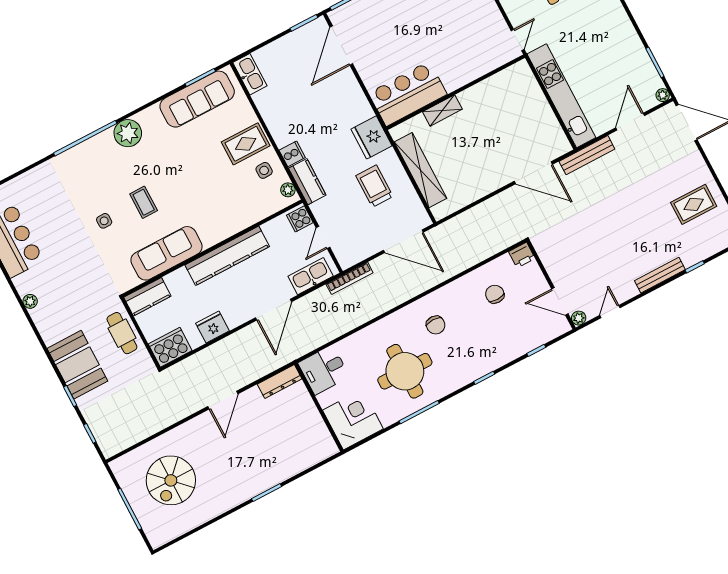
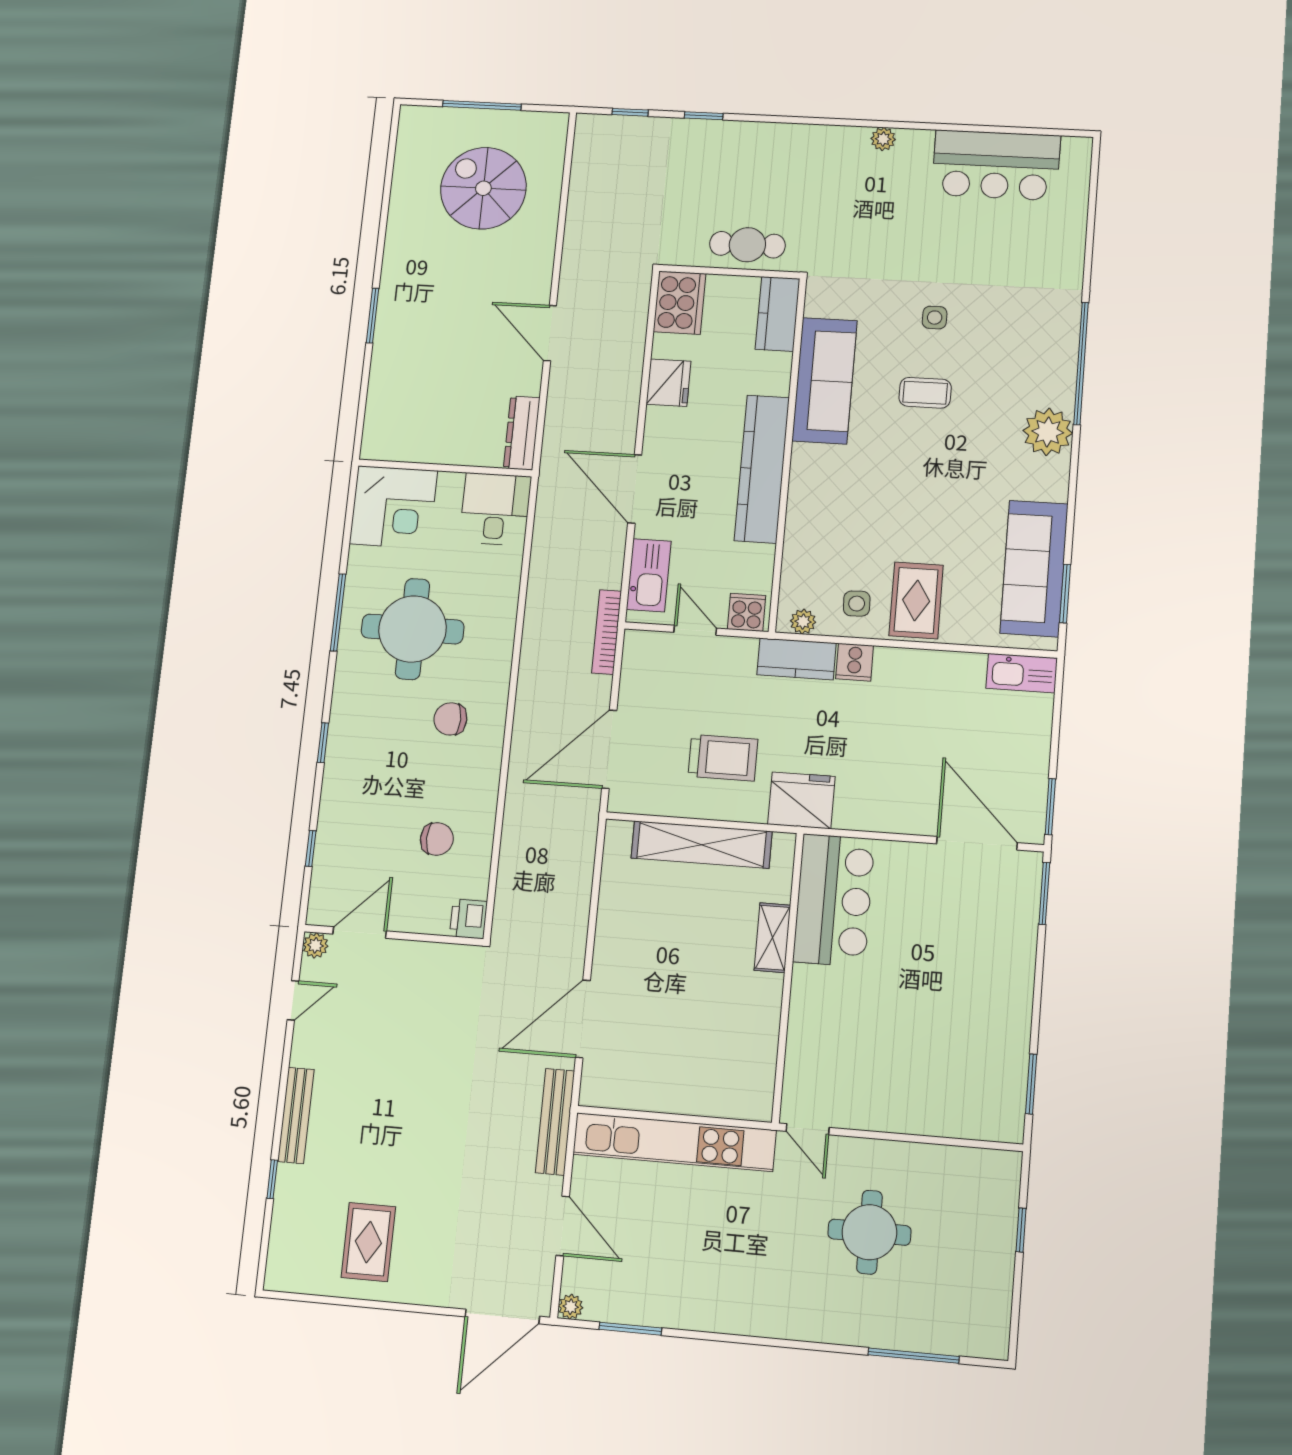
door: (610, 312) -> (293, 1000), hinge flipped
booth: (77, 365) -> (743, 153), removed

